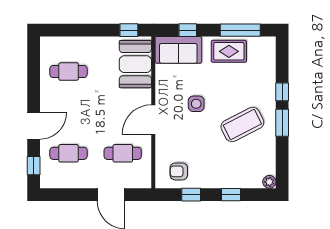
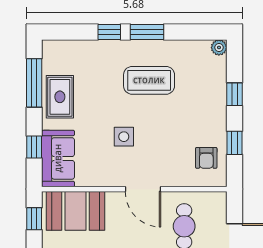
coffee table: (242, 124) -> (149, 80), turned -63

